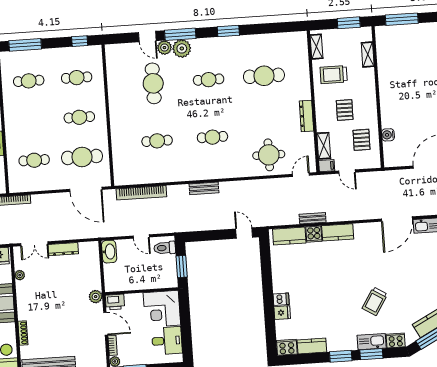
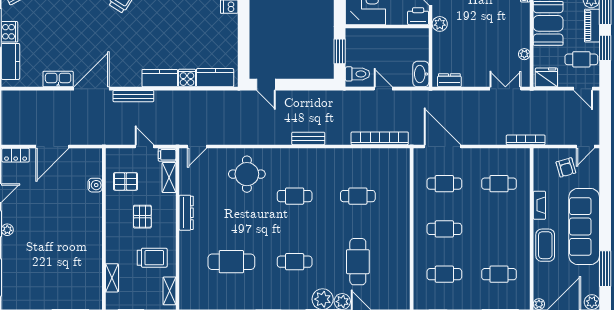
pallet: (362, 140) -> (126, 181), turned 90
round table: (269, 155) -> (247, 174), moved
cafe table: (82, 157) -> (444, 184), width x0.73, depth x0.74
bench: (313, 218) -> (133, 96), moved, width x1.36
dresser: (63, 249) -> (449, 80), moved, width x0.70

